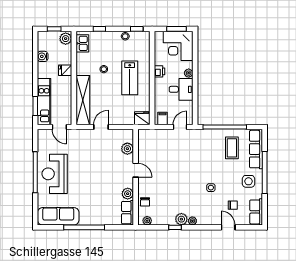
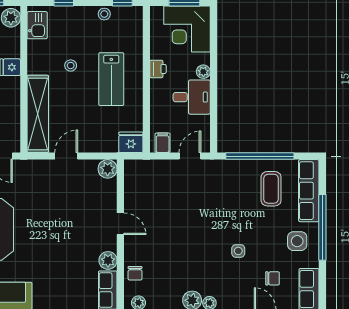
plant: (127, 149) -> (108, 169), moved

